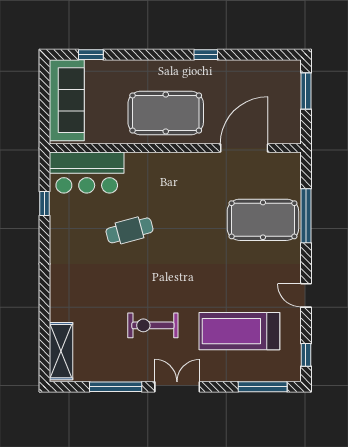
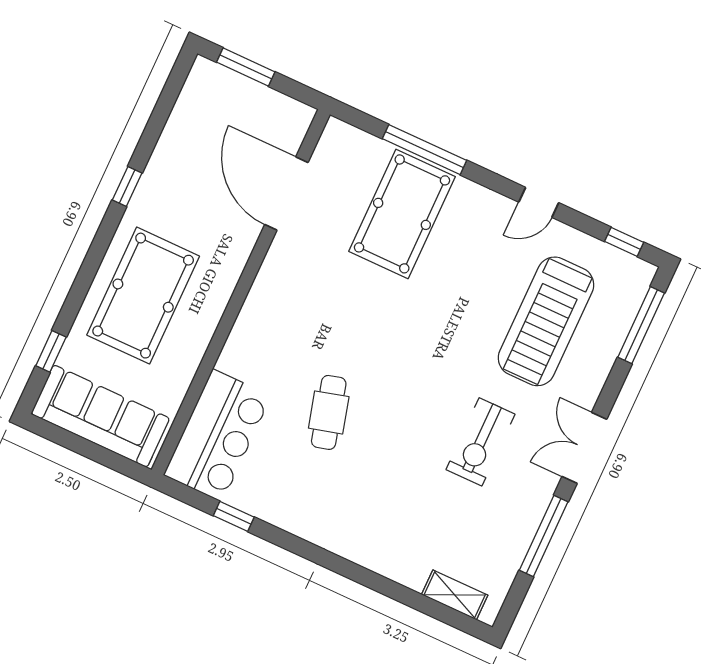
pool table: (166, 113) -> (143, 296), moved
shelving: (61, 351) -> (455, 595), width x0.67, depth x0.75

